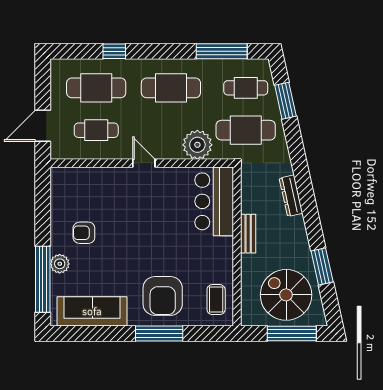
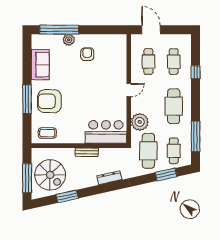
cafe table: (96, 88) -> (174, 62), width x0.73, depth x0.74
spiral stairs: (286, 295) -> (50, 175), turned 90
sofa: (92, 311) -> (40, 65), width x0.73

